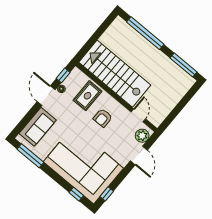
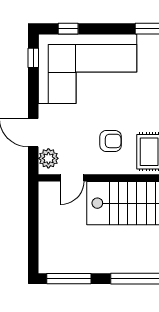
door: (138, 115) -> (72, 178), hinge flipped
armchair: (103, 118) -> (111, 141), turned 90

